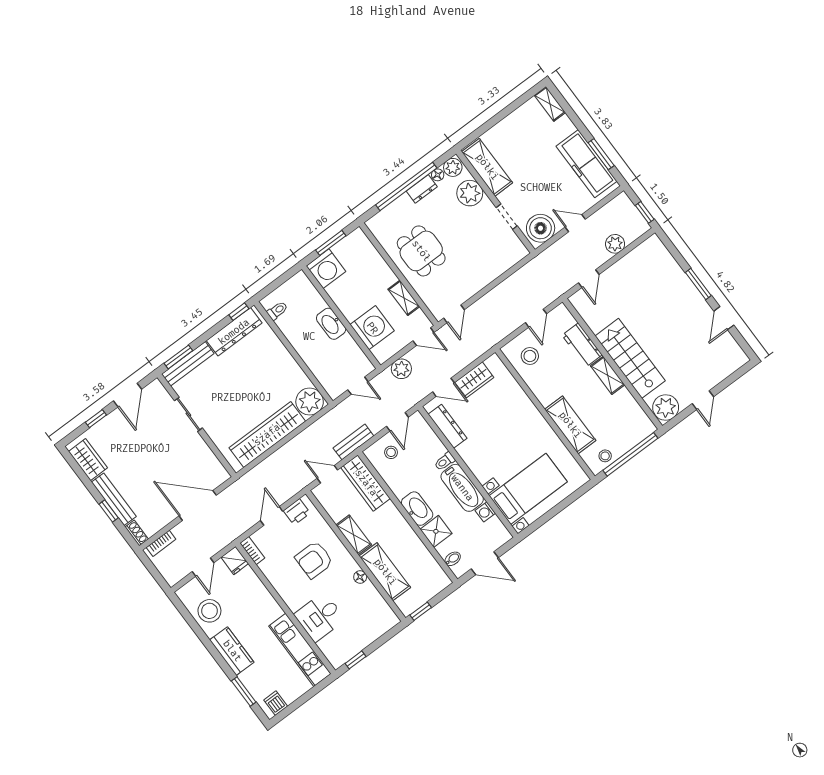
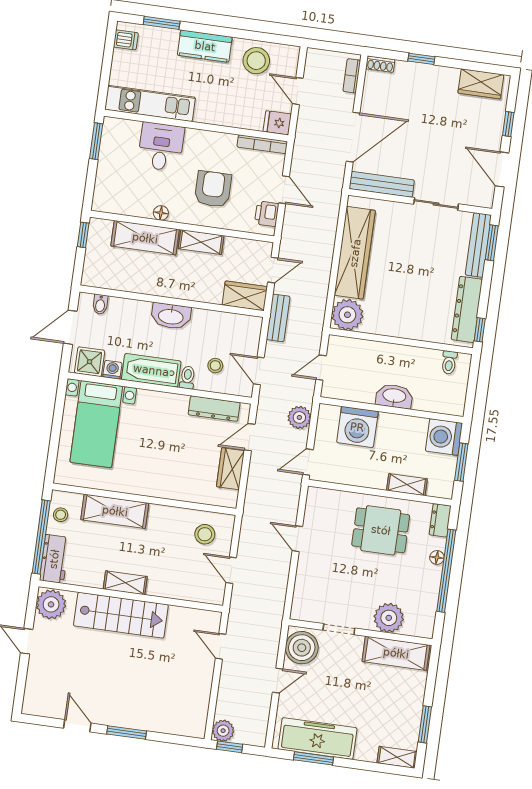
window: (513, 107) -> (425, 724), added
plant: (453, 167) -> (424, 625), removed
floor lamp: (438, 175) -> (437, 557), moved
dresser: (422, 189) -> (440, 520), moved
plant: (615, 244) -> (223, 731), moved
shelving: (404, 298) -> (407, 485), moved
door: (454, 314) -> (297, 539), moved
workbench: (582, 345) -> (54, 559), moved, turned 90
stool: (391, 452) -> (215, 366), moved
wardrobe: (366, 483) -> (245, 296), width x0.67
bench: (114, 499) -> (382, 184), moved
shower: (436, 531) -> (90, 362), moved
bookcase: (252, 551) -> (262, 144), width x1.56
window: (355, 660) -> (96, 141), width x1.50

